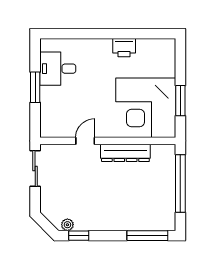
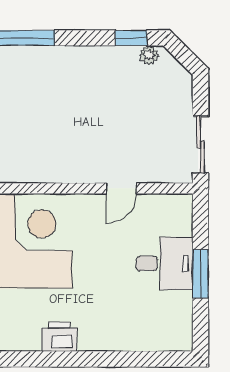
desk: (58, 69) -> (164, 263), moved
dresser: (125, 153) -> (57, 169), removed

